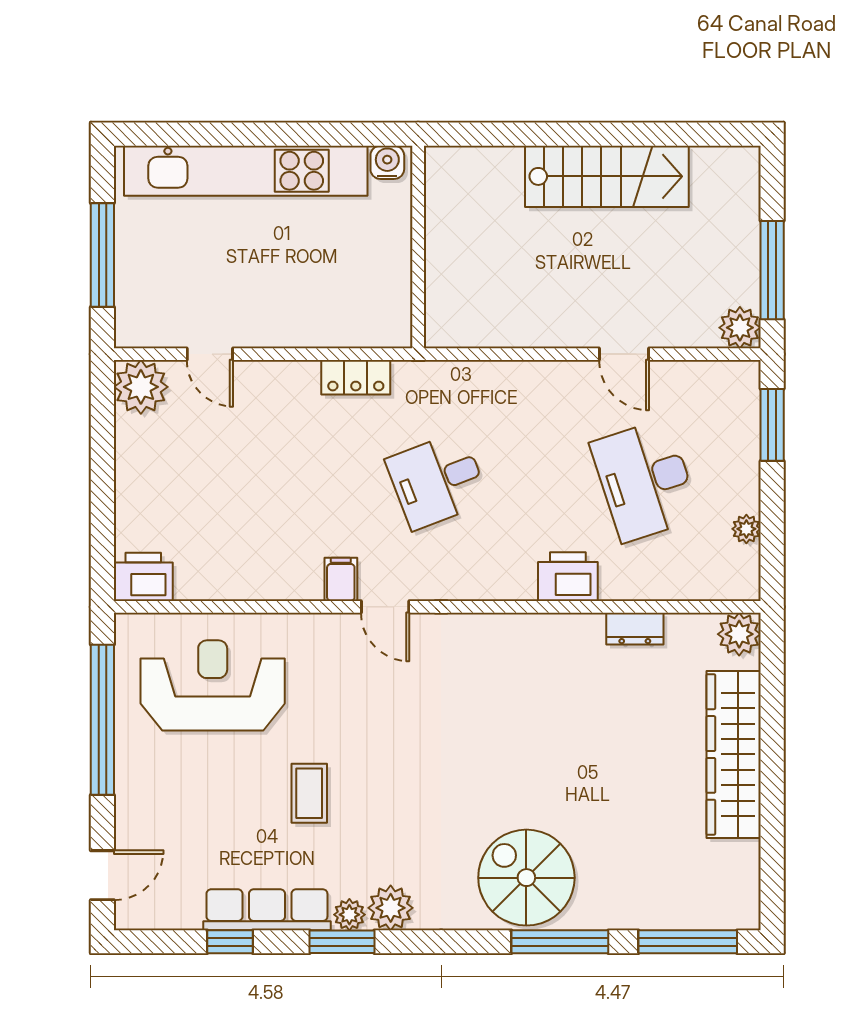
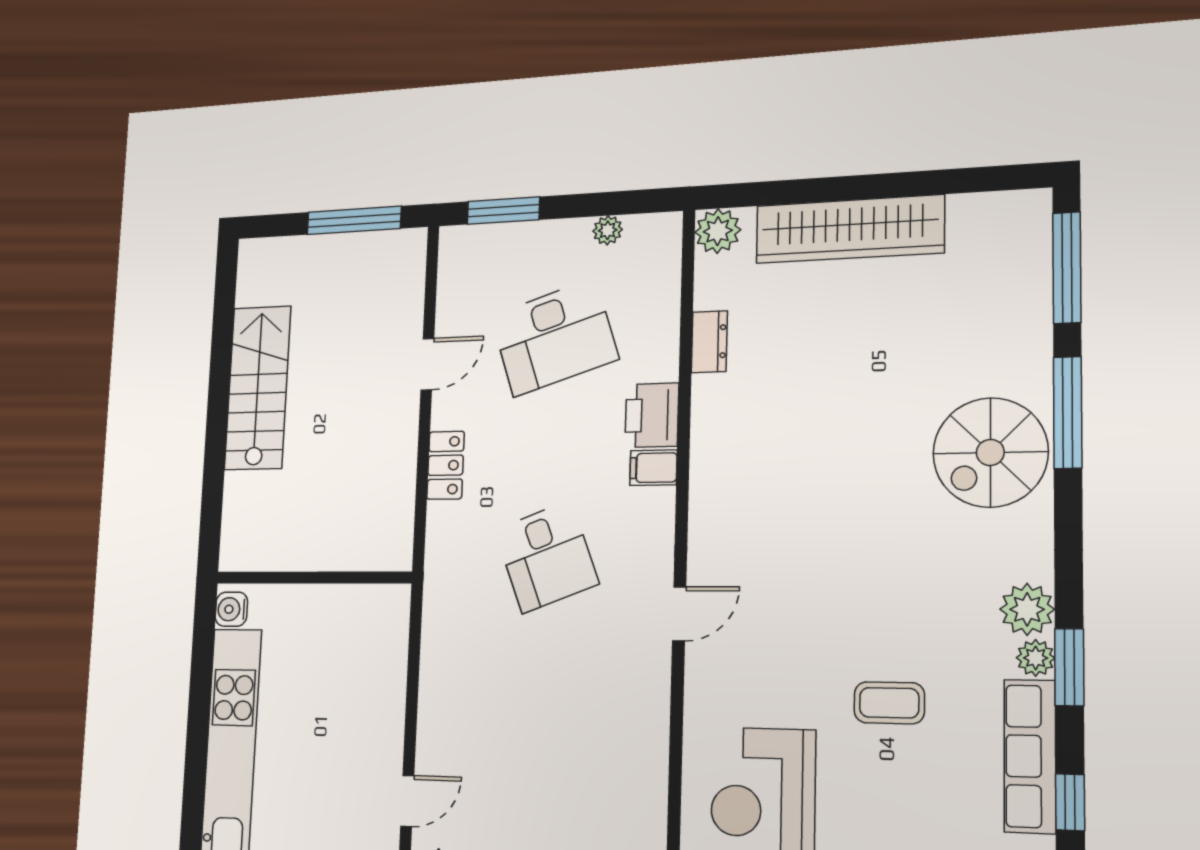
plant: (740, 328) -> (407, 249), removed
locker: (356, 377) -> (446, 465), moved
filing cabinet: (341, 579) -> (653, 468), moved

